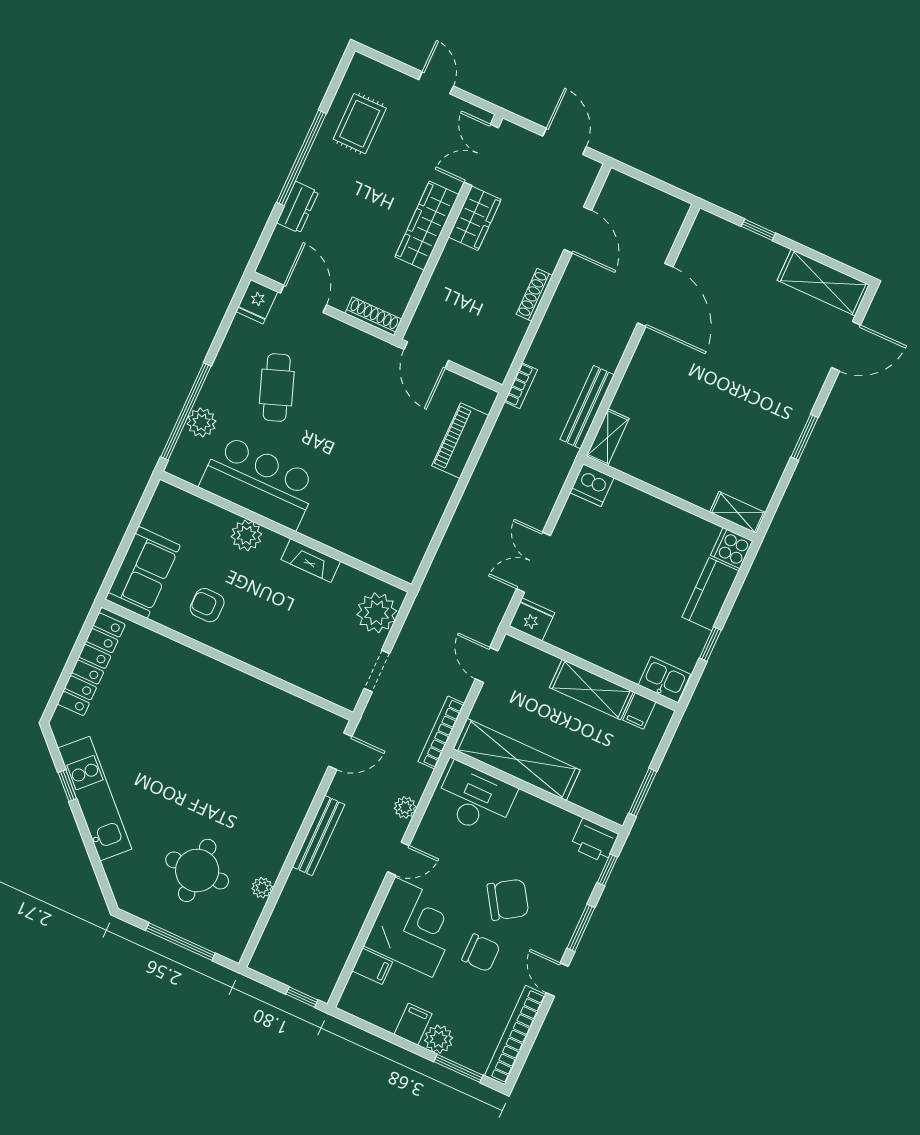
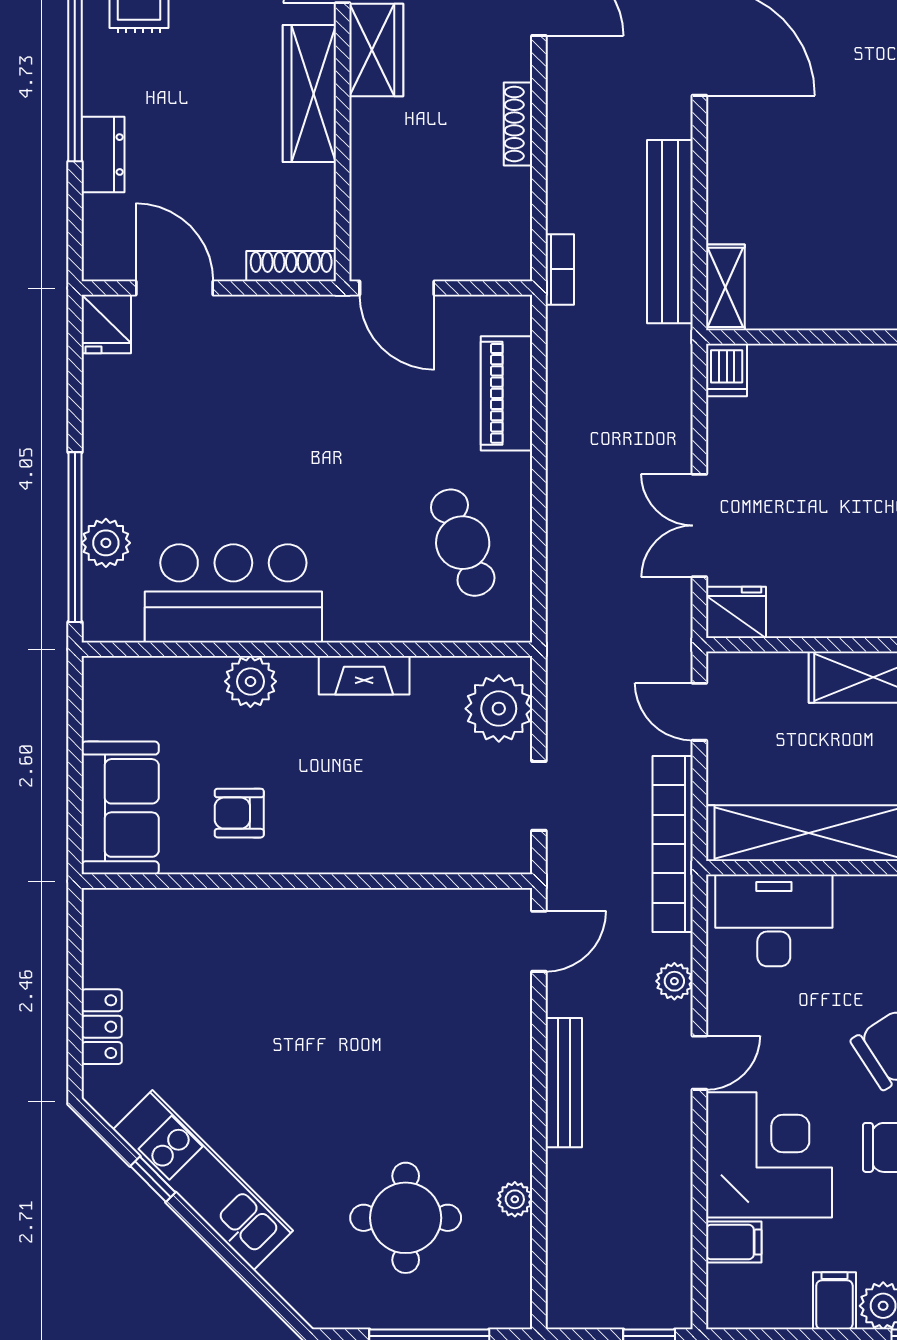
cafe table: (277, 388) -> (463, 543), moved
bench: (587, 407) -> (670, 232), width x1.37, depth x1.21
dishwasher: (592, 485) -> (727, 370), width x0.73
locker: (91, 664) -> (102, 1027), width x0.46, depth x0.83
bookcase: (441, 732) -> (673, 844), width x1.48, depth x1.31

